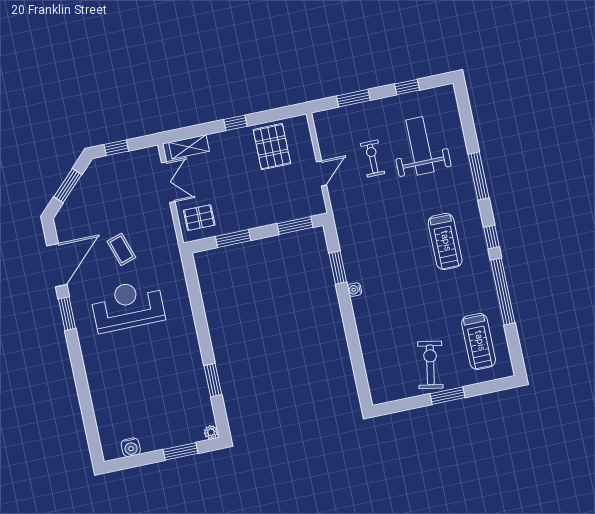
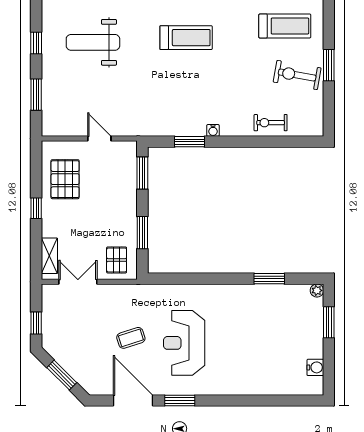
pallet: (272, 147) -> (65, 179), turned 90
exercise bike: (373, 158) -> (271, 123), moved

